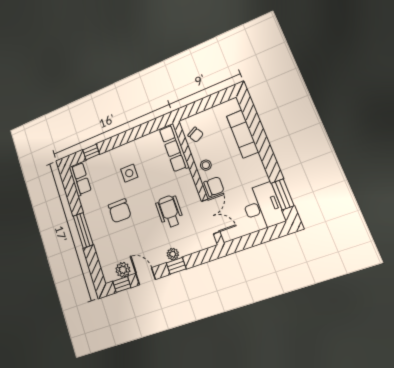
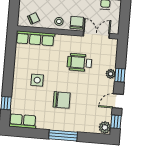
plant: (123, 270) -> (105, 127), moved

